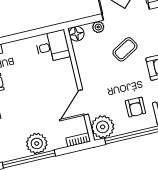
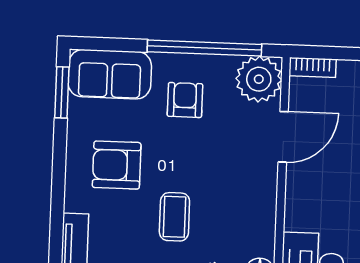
coffee table: (125, 49) -> (174, 217), turned -60

